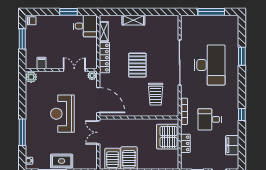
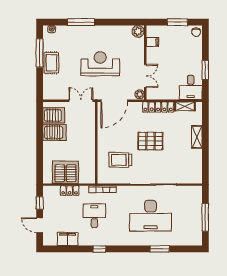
server rack: (168, 137) -> (65, 172), moved

